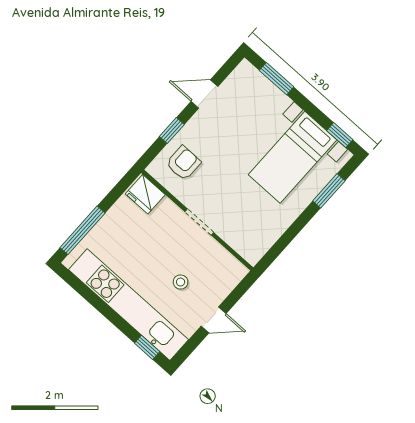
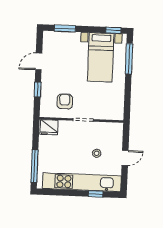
armchair: (183, 163) -> (65, 101), moved
window: (329, 191) -> (129, 59), width x1.44
window: (147, 347) -> (96, 194), moved

